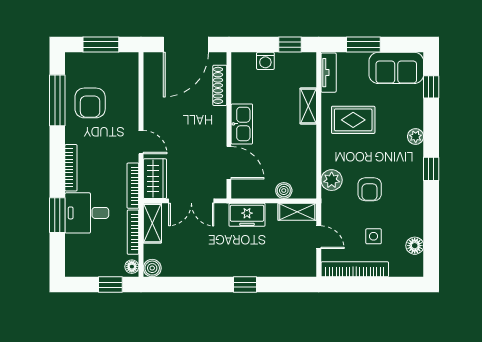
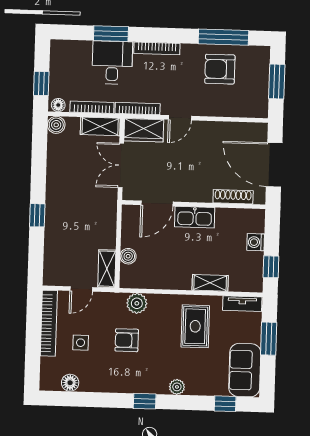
freezer: (247, 215) -> (105, 219), removed

